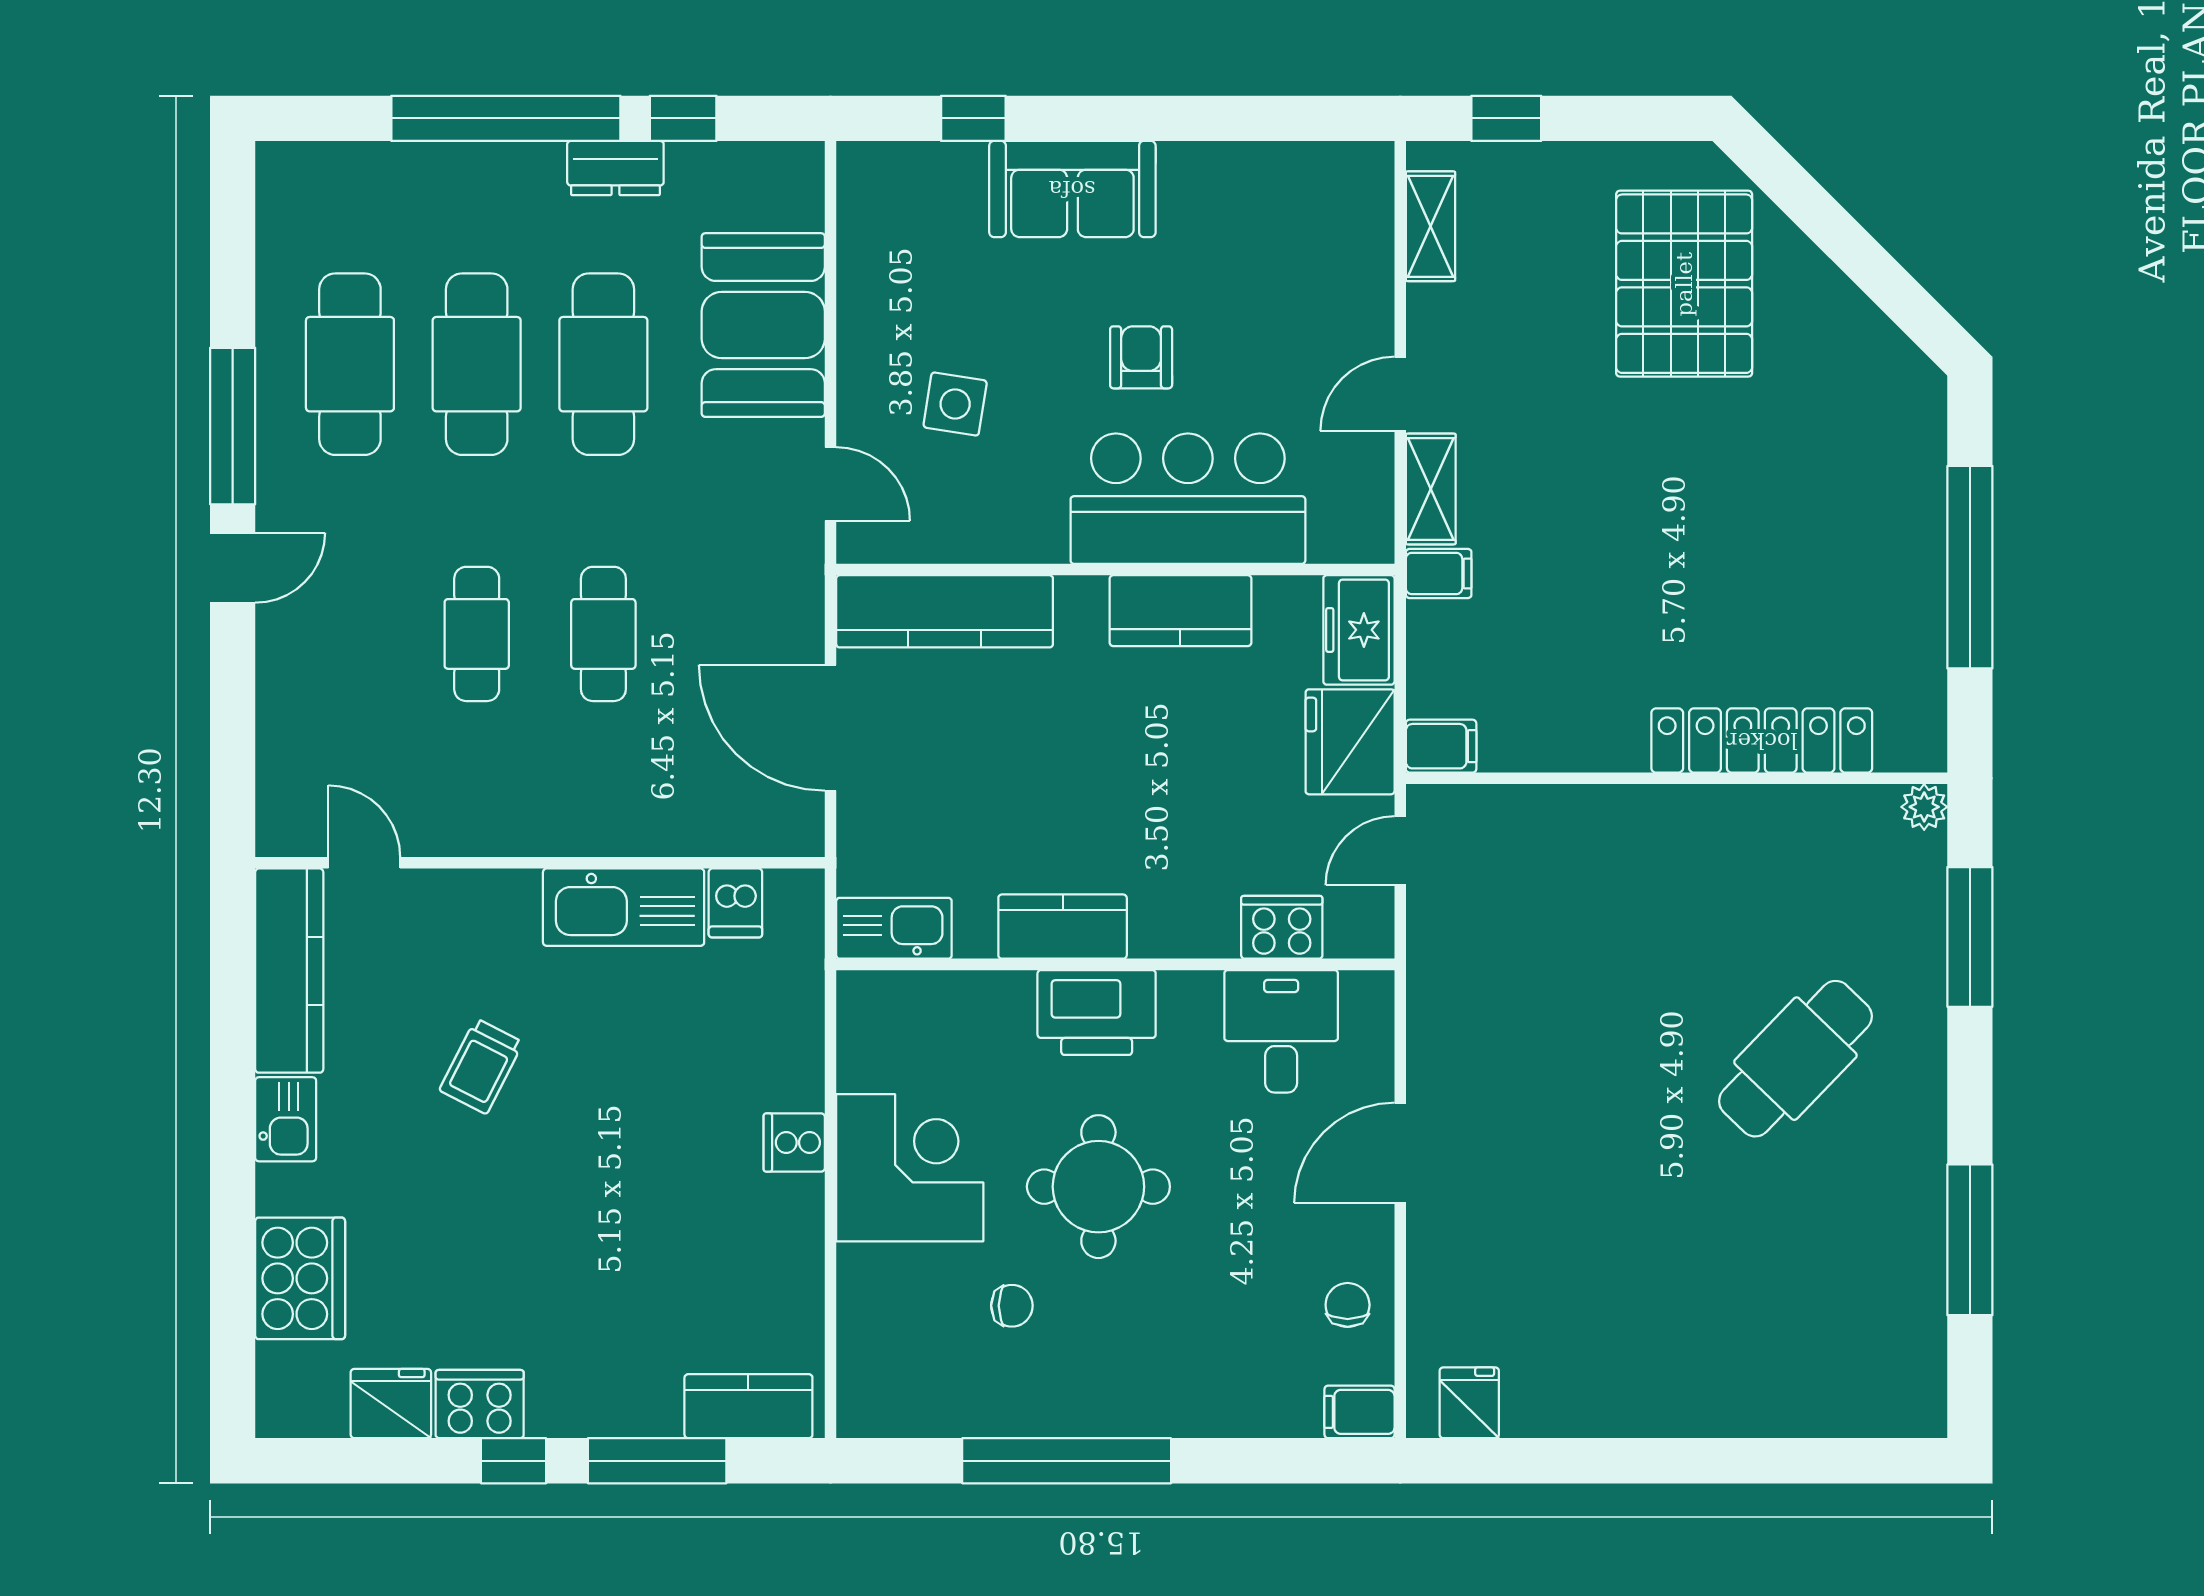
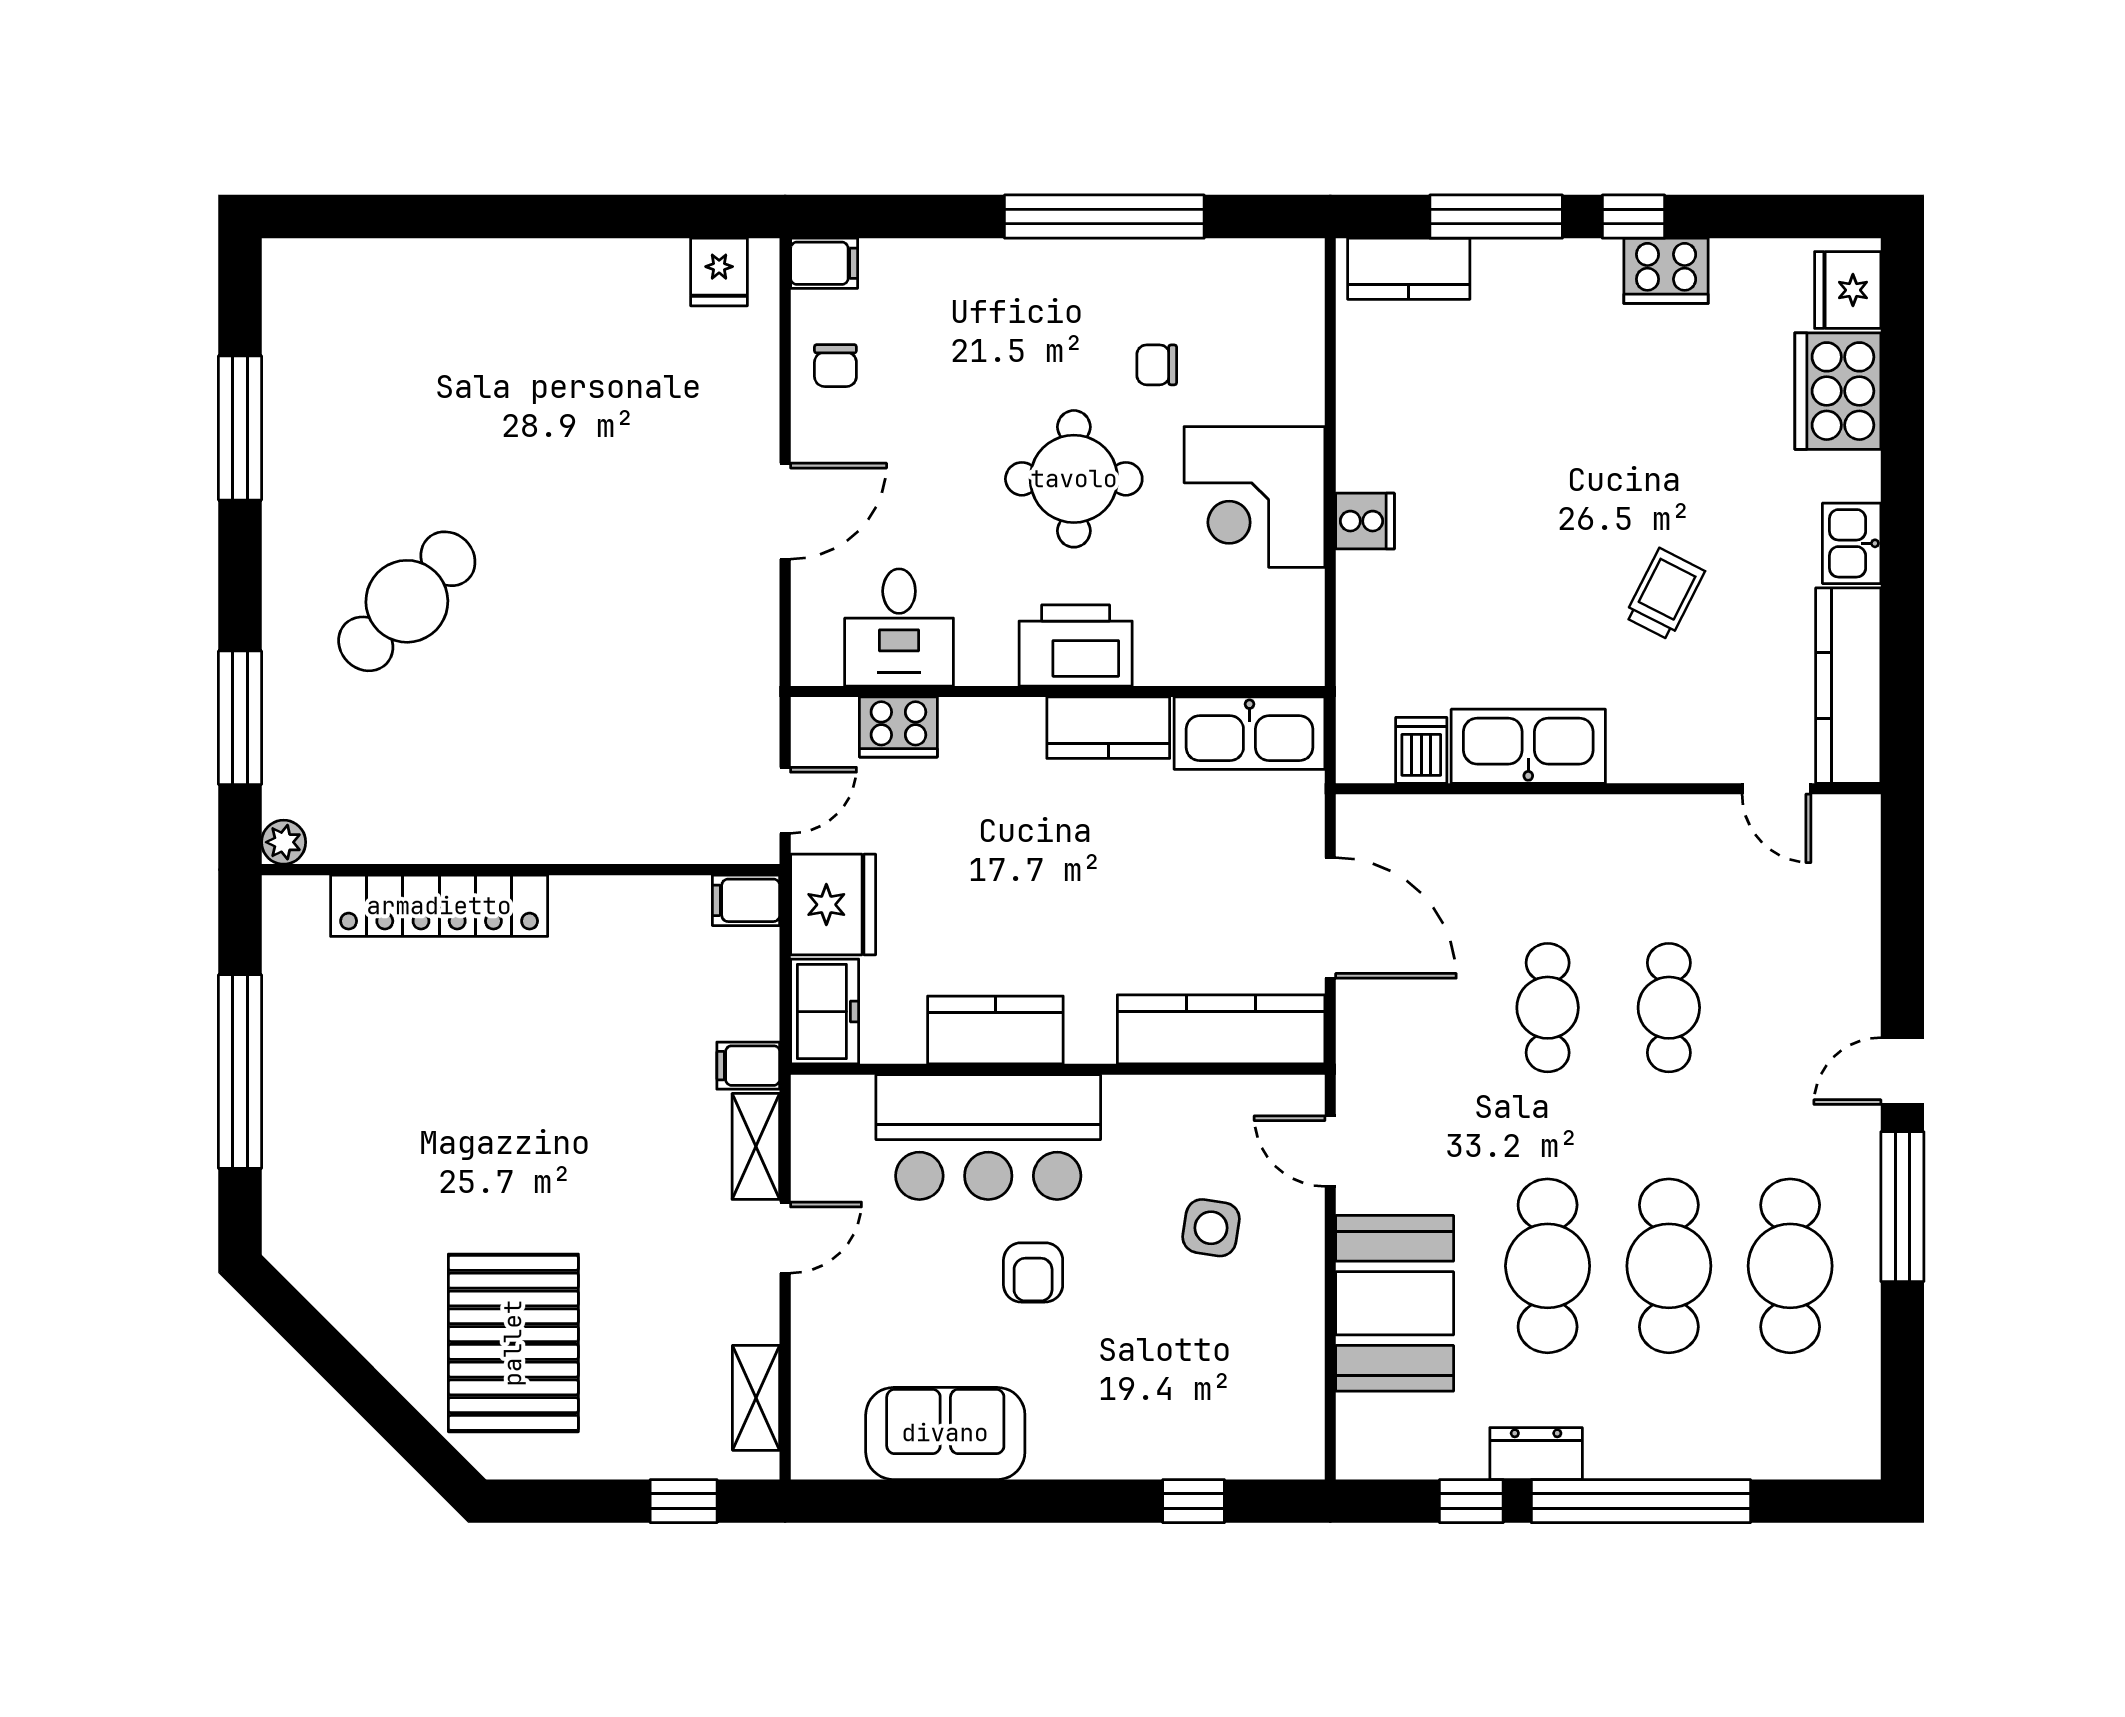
sofa: (1072, 189) -> (945, 1433), moved
kitchen sink: (894, 928) -> (1249, 733), width x1.36, depth x1.24
fridge: (391, 1404) -> (1848, 290), moved, turned 90

